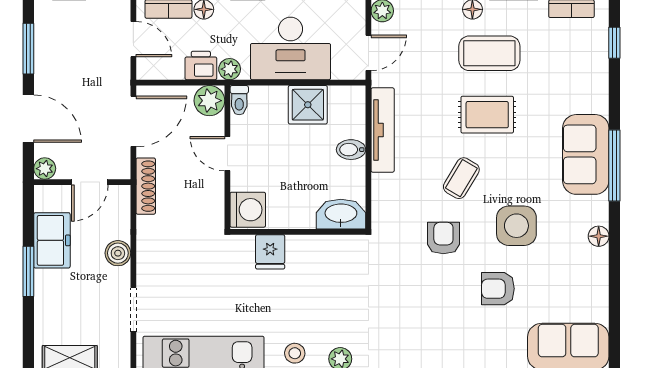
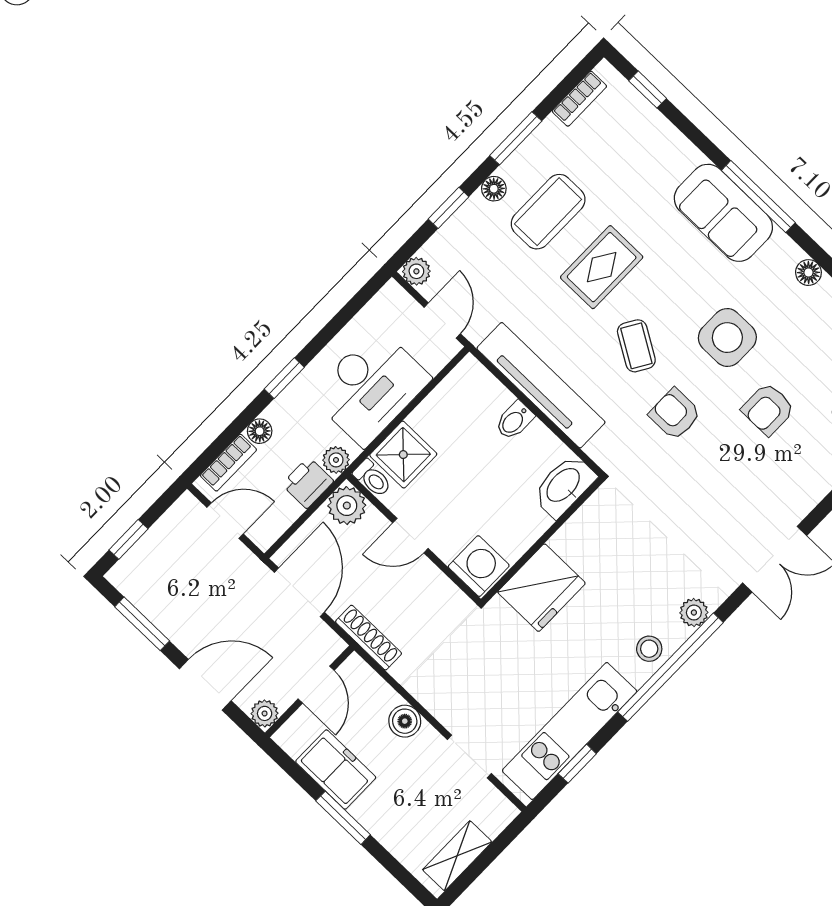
shower: (308, 105) -> (403, 455), moved
tv unit: (383, 130) -> (541, 385), width x1.36, depth x1.29
fridge: (270, 252) -> (542, 588), width x1.88, depth x1.34

